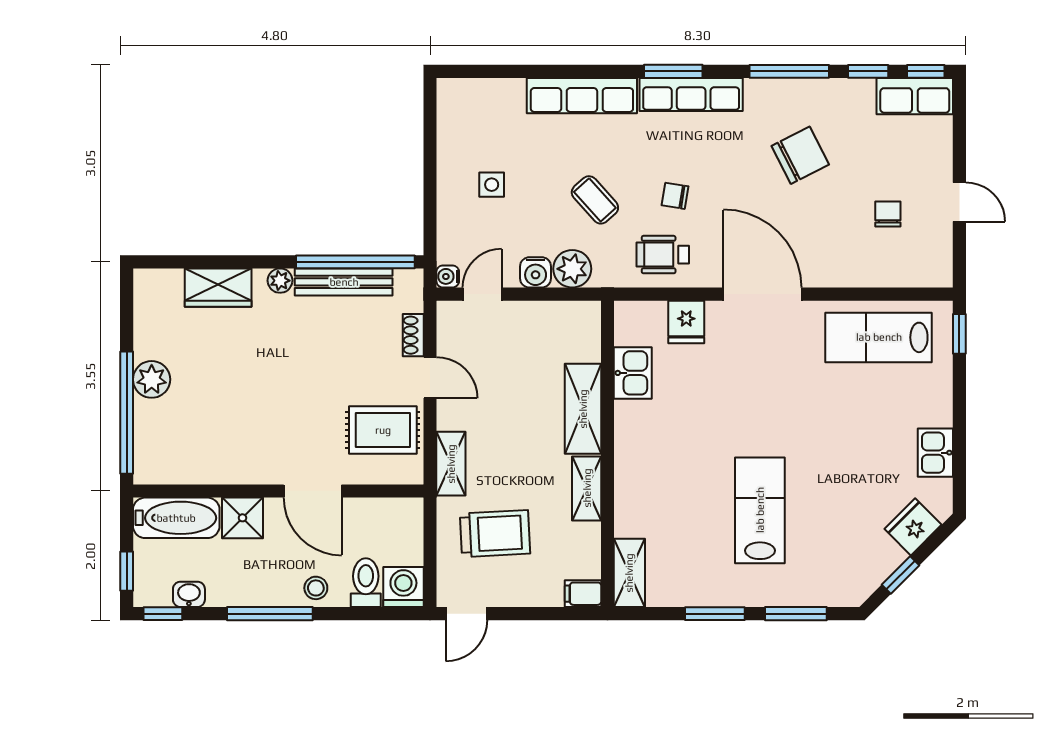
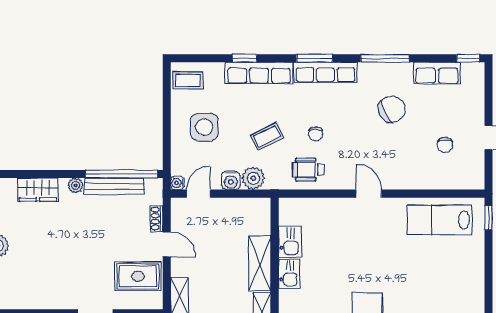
window: (868, 71) -> (245, 58), moved
row of seats: (915, 96) -> (437, 73), moved
coffee table: (465, 108) -> (188, 80), added
side table: (492, 185) -> (204, 127), width x1.87, depth x1.87
chair: (675, 196) -> (316, 134), turned -99
coffee table: (595, 200) -> (267, 136), turned -74
chair: (888, 214) -> (445, 145), turned 180
door: (762, 294) -> (369, 194), width x0.53
fridge: (686, 322) -> (322, 211), removed
kitchen sink: (935, 453) -> (289, 274), moved, turned 180

